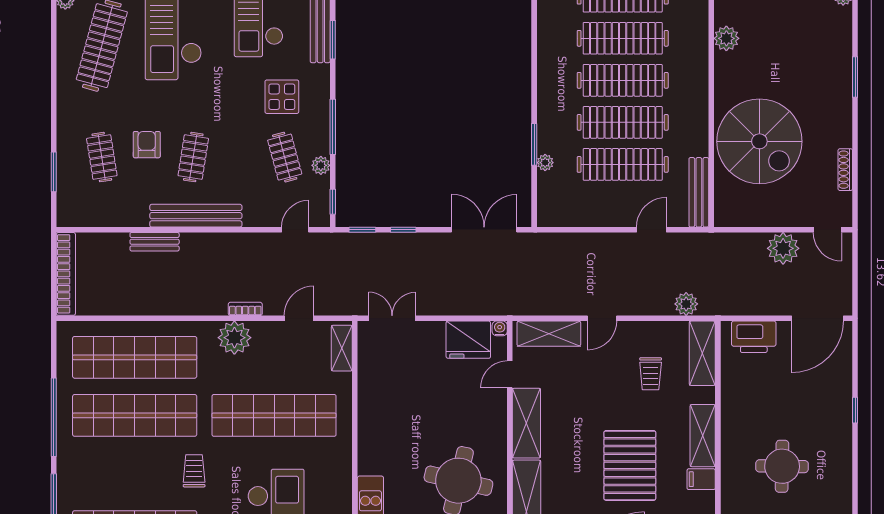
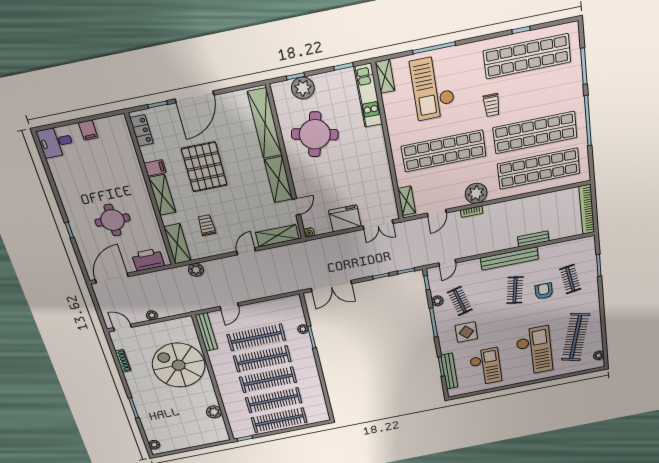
armchair: (147, 145) -> (544, 291), turned 180
plant: (783, 248) -> (152, 315), width x0.53, depth x0.53
fridge: (468, 340) -> (345, 218), moved
round table: (782, 466) -> (112, 220), moved

